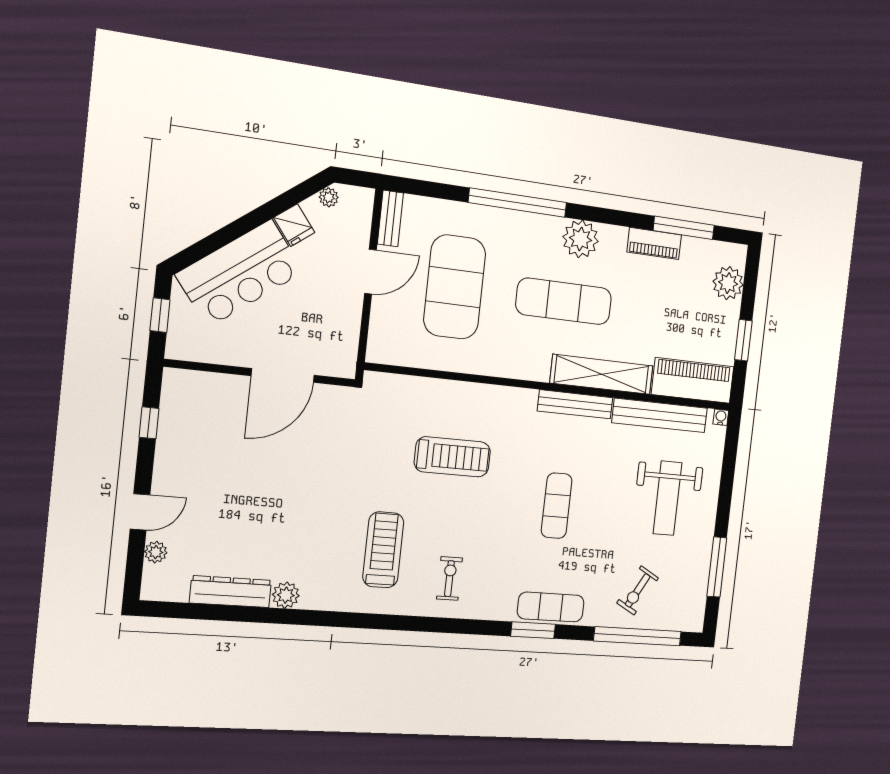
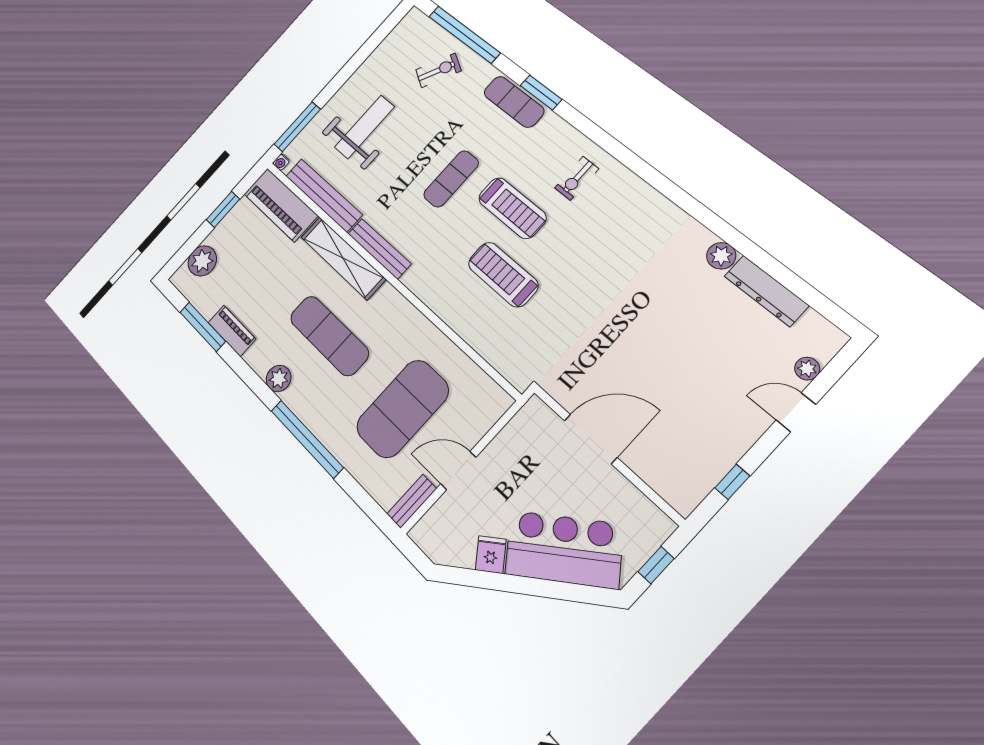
plant: (329, 197) -> (447, 556), removed
plant: (581, 239) -> (279, 378), width x0.73, depth x0.73
treadmill: (383, 550) -> (512, 208), moved, turned -90
window: (717, 567) -> (297, 127), moved

